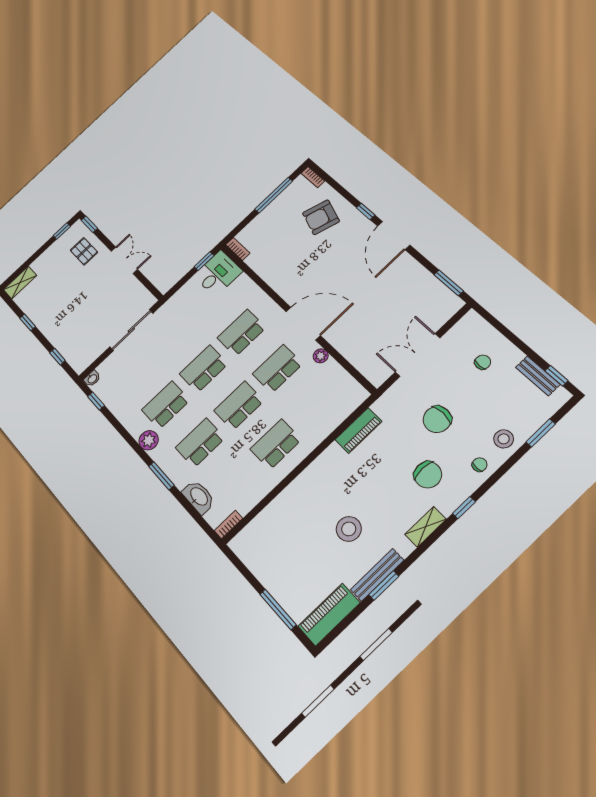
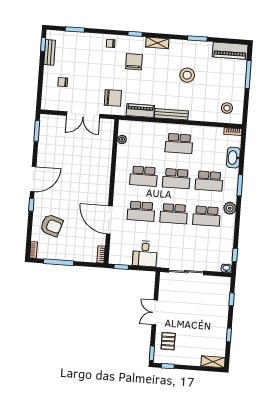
desk: (218, 274) -> (145, 254), moved, turned -90
door: (303, 324) -> (109, 220), moved
plant: (321, 356) -> (122, 139), moved
chair: (437, 419) -> (113, 98), moved
stool: (504, 439) -> (227, 108), moved
bench: (377, 575) -> (171, 114), moved

